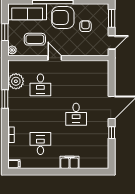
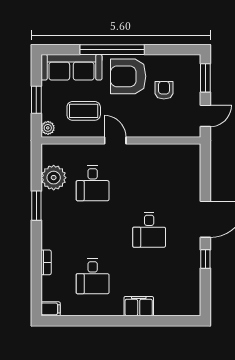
desk: (40, 144) -> (93, 276), turned 180

